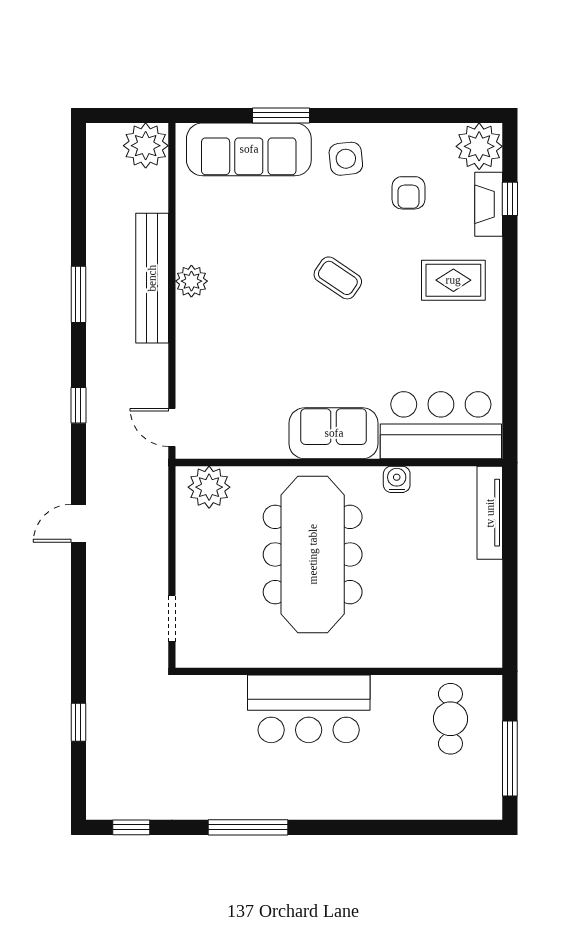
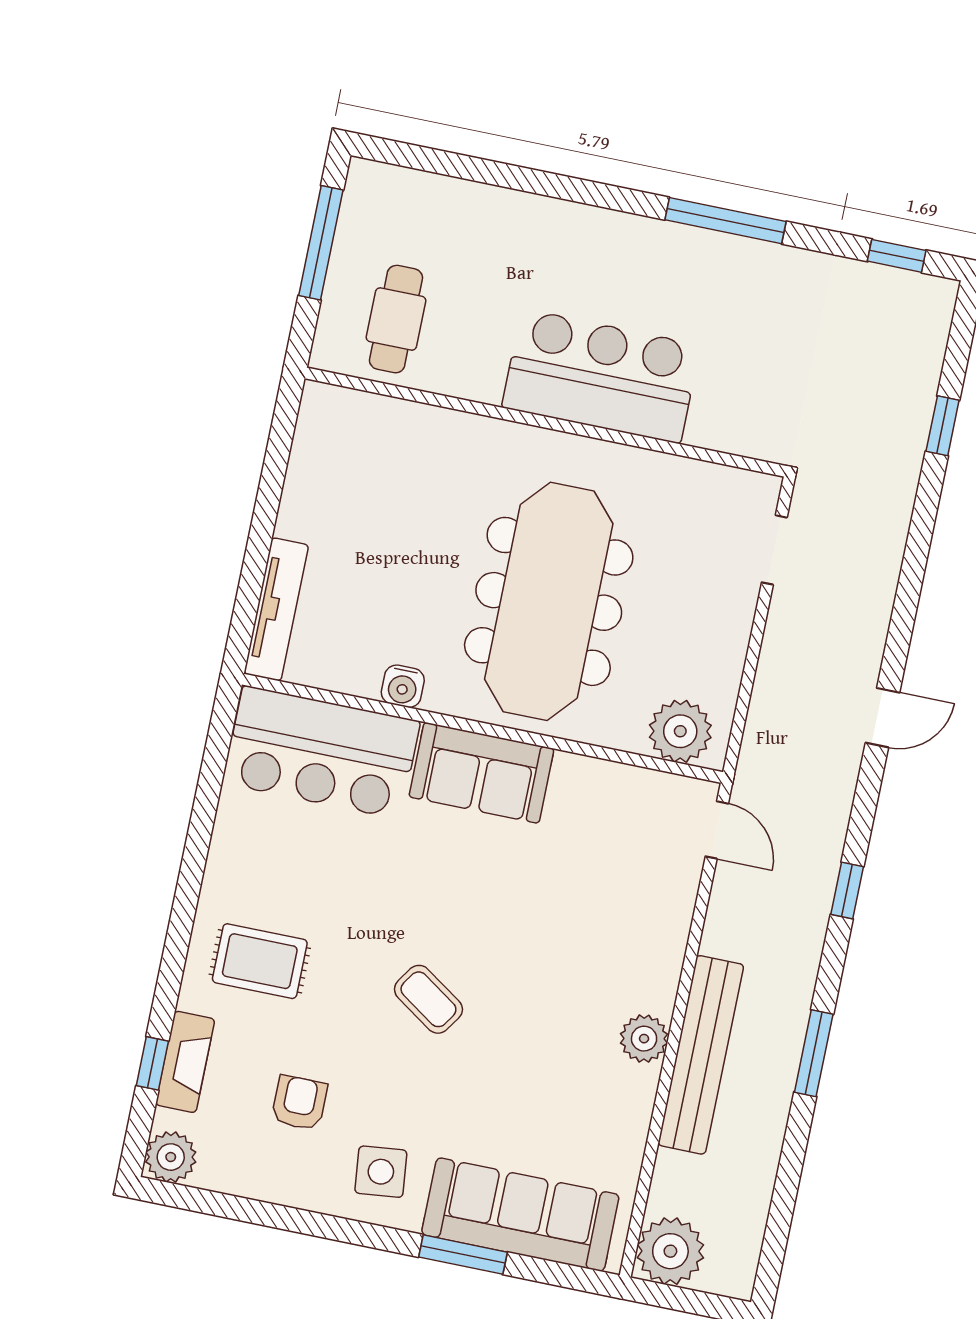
plant: (479, 146) -> (171, 1157), width x0.73, depth x0.73

